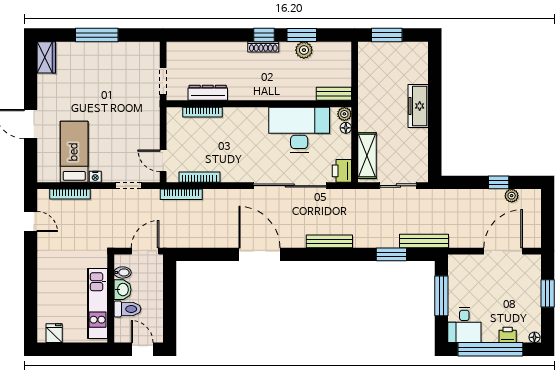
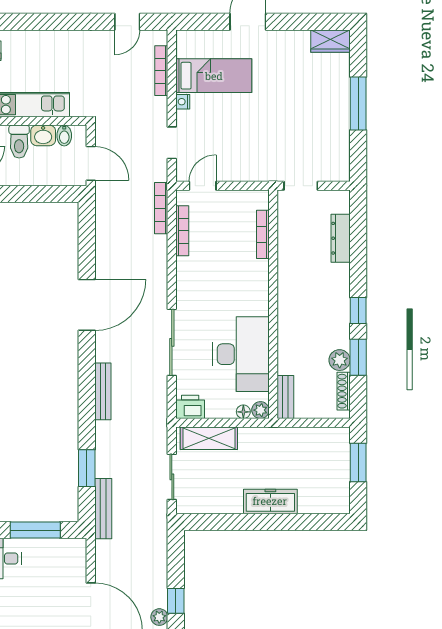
shoe rack: (263, 47) -> (344, 391), moved
dresser: (208, 93) -> (341, 238), moved, turned 180
sliding door: (290, 186) -> (172, 342), width x0.73

